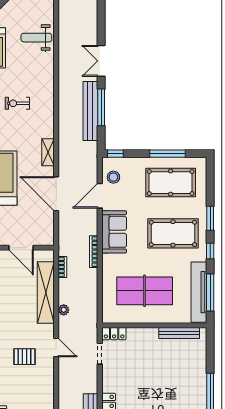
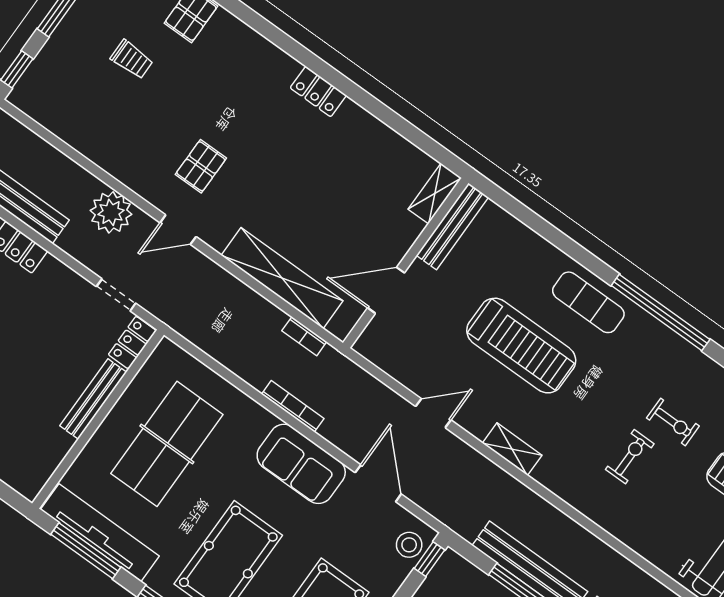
stool: (113, 177) -> (409, 545), moved
door: (56, 194) -> (433, 413), width x0.53
plant: (64, 310) -> (111, 212), moved, width x1.88, depth x1.88
bench: (179, 333) -> (93, 399), moved

